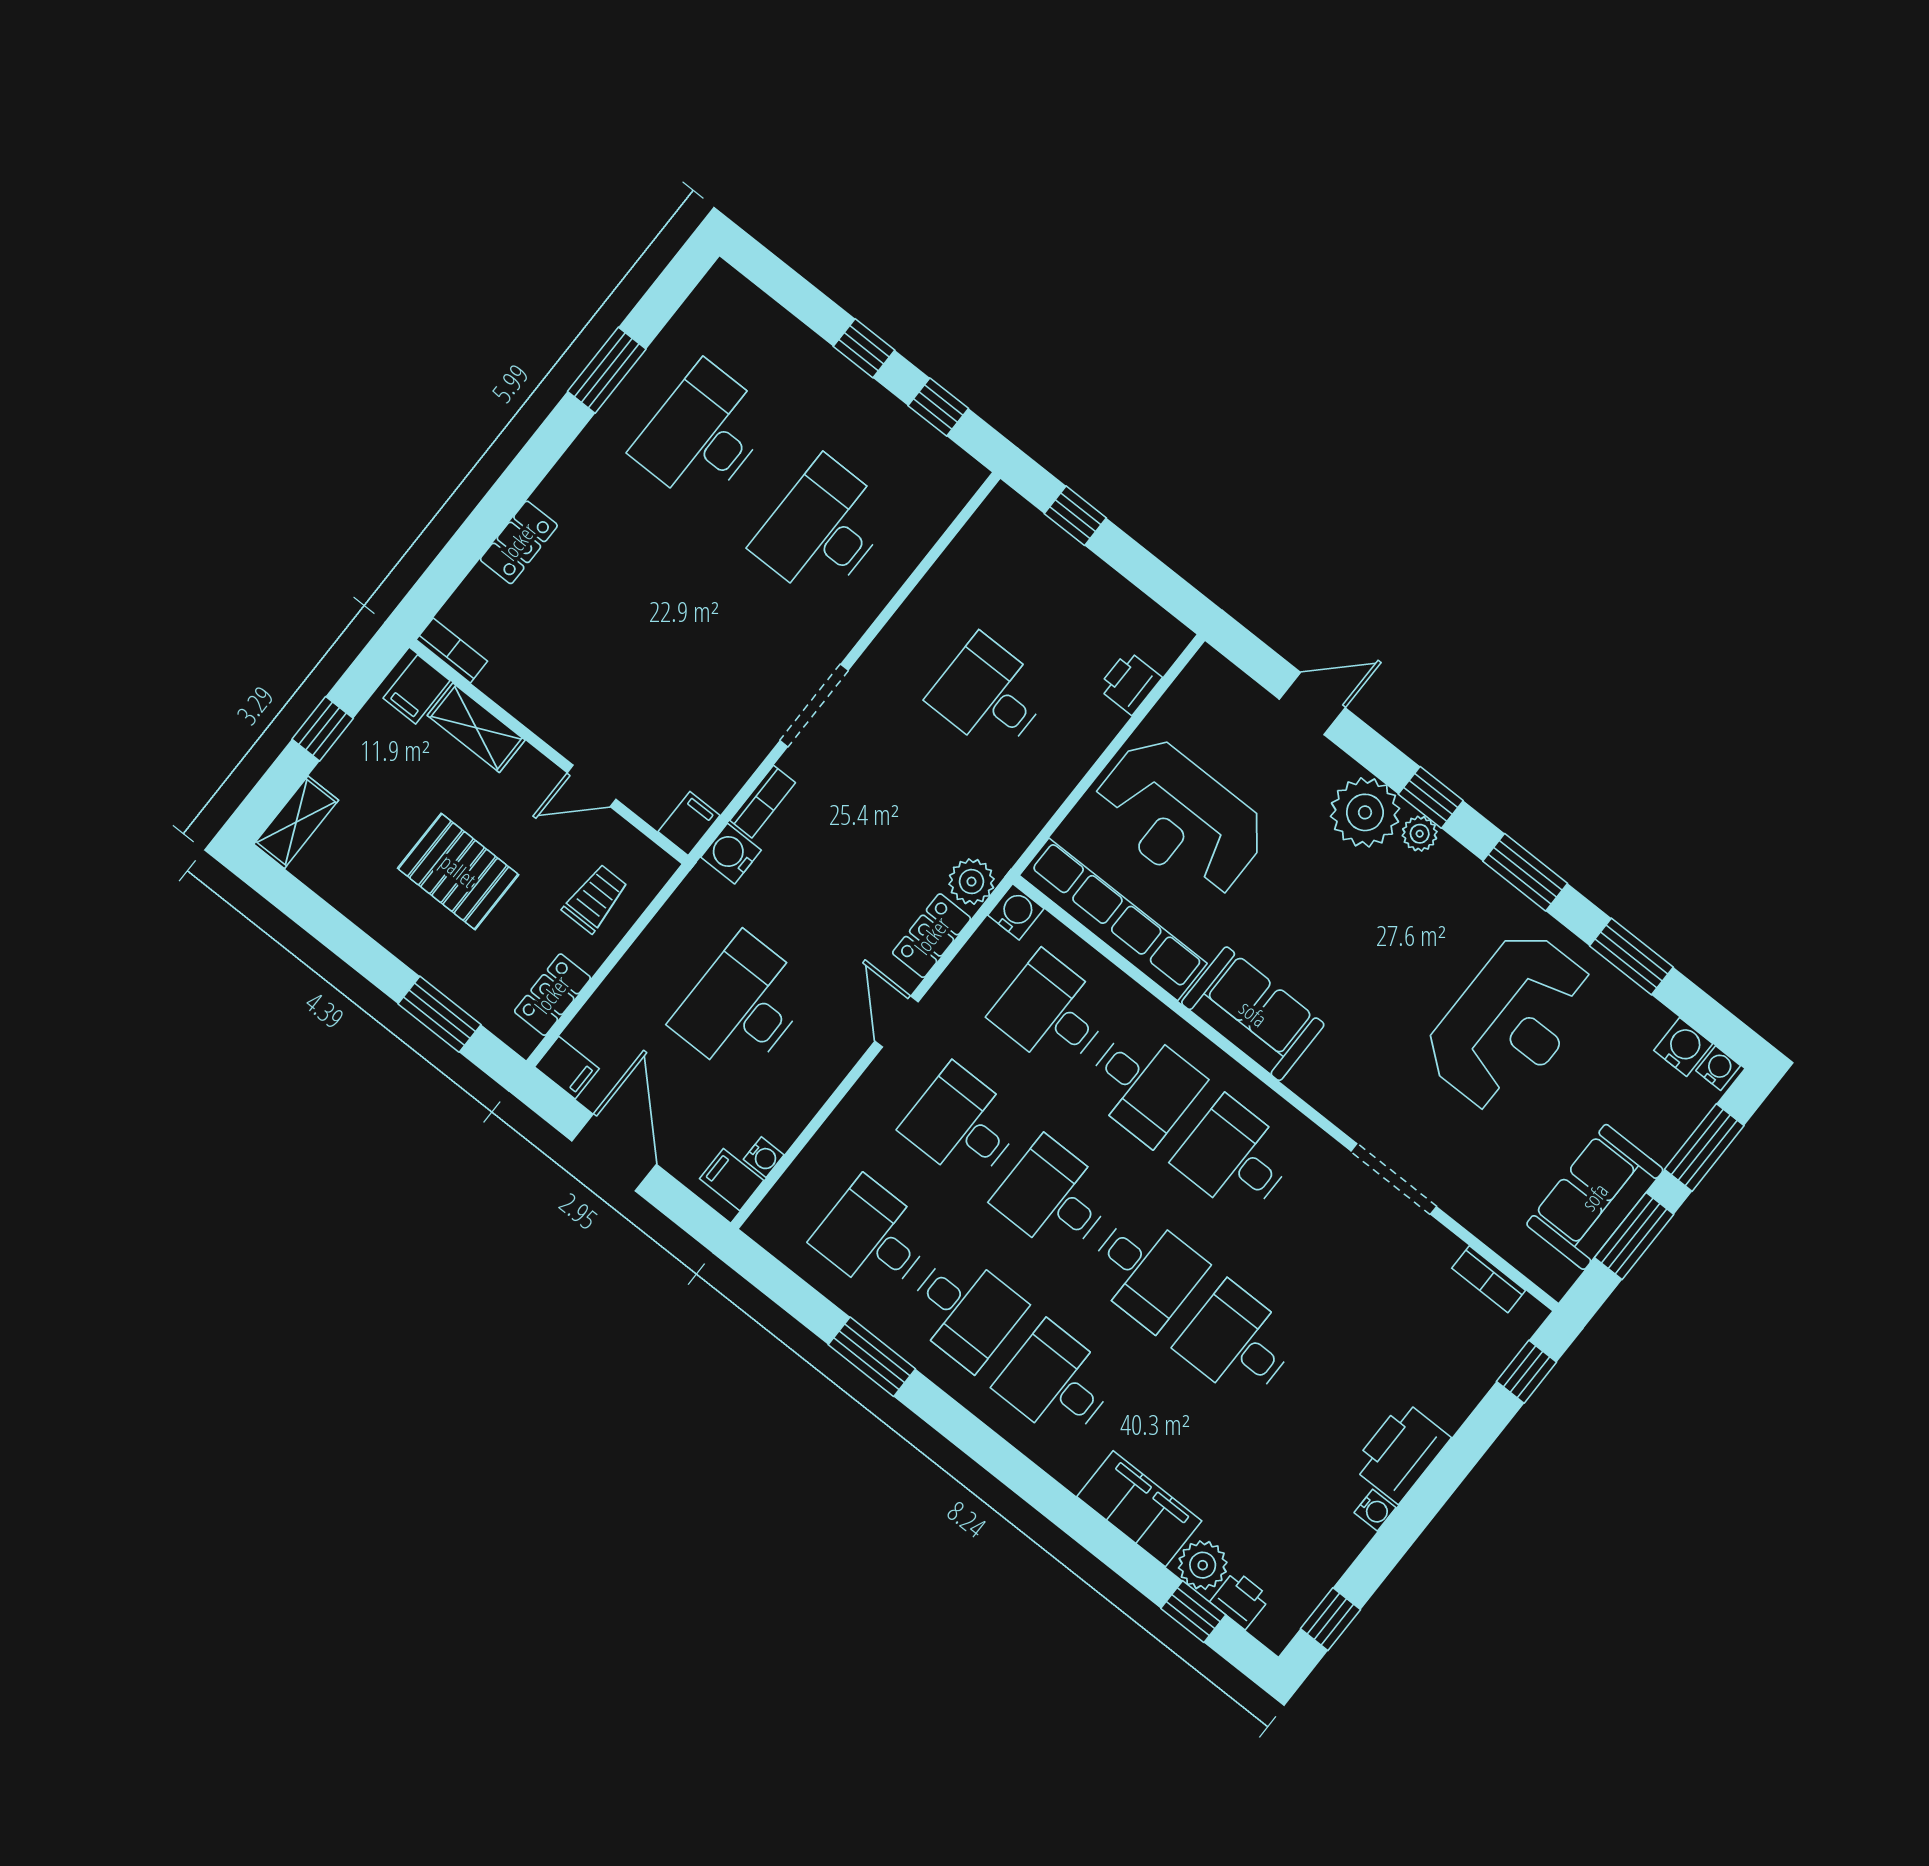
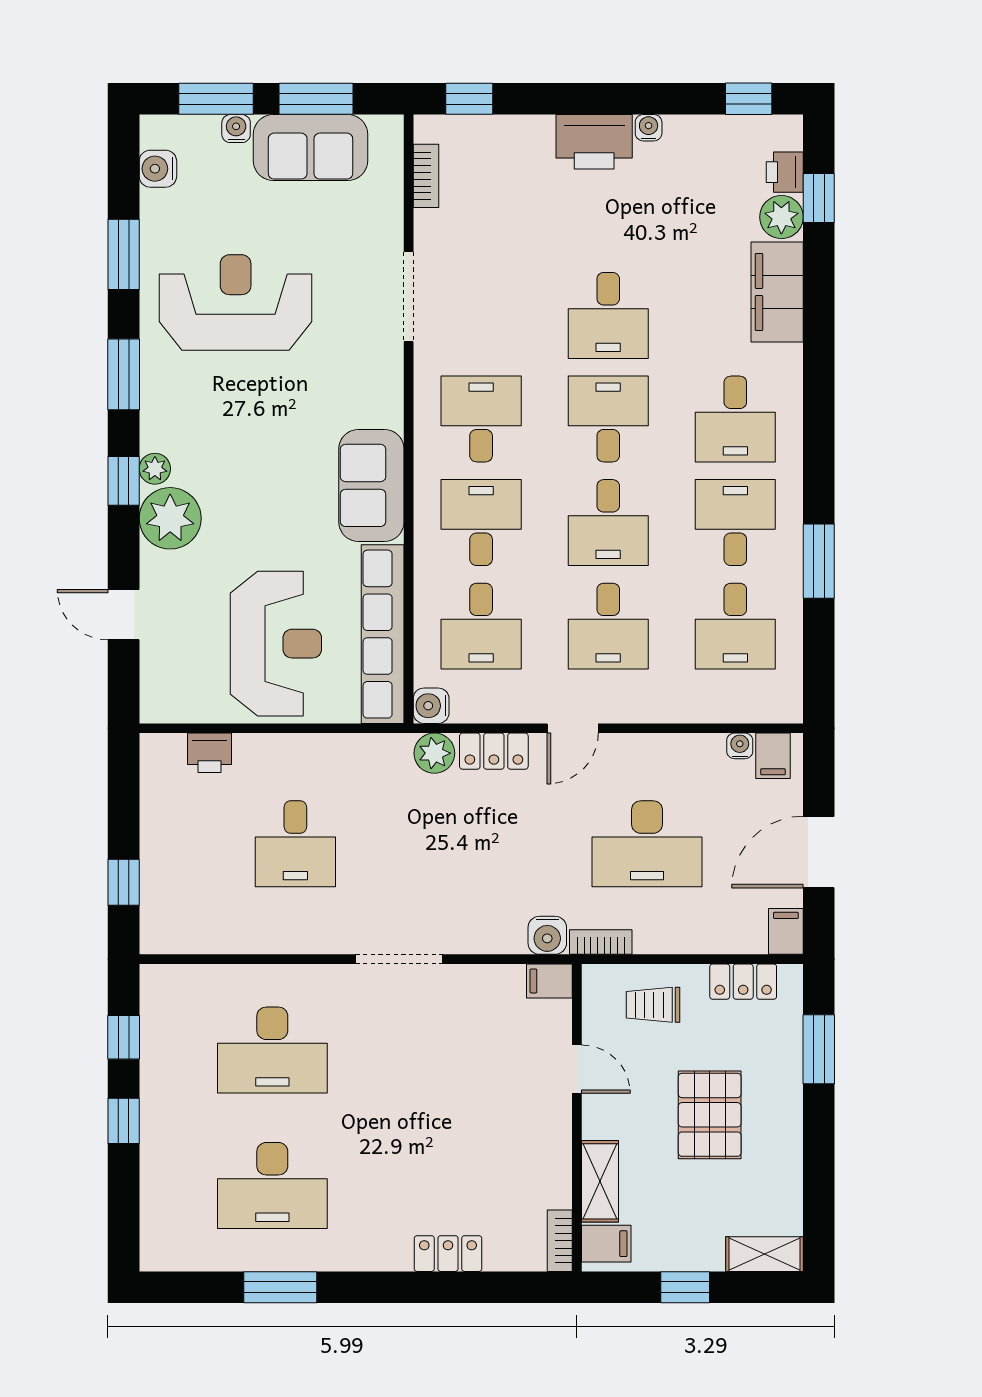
bookcase: (763, 802) -> (601, 942), moved
water cooler: (1718, 1068) -> (236, 129), moved, turned 90
desk: (1235, 1157) -> (481, 419), turned 180

